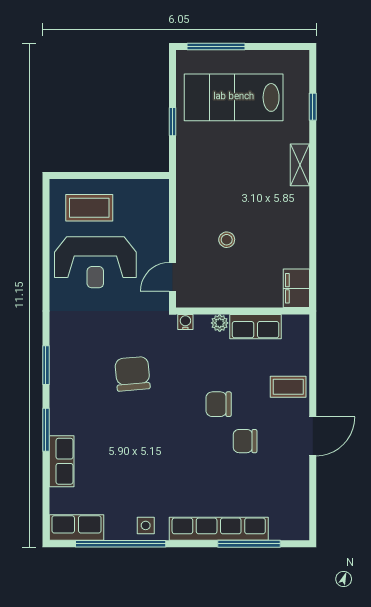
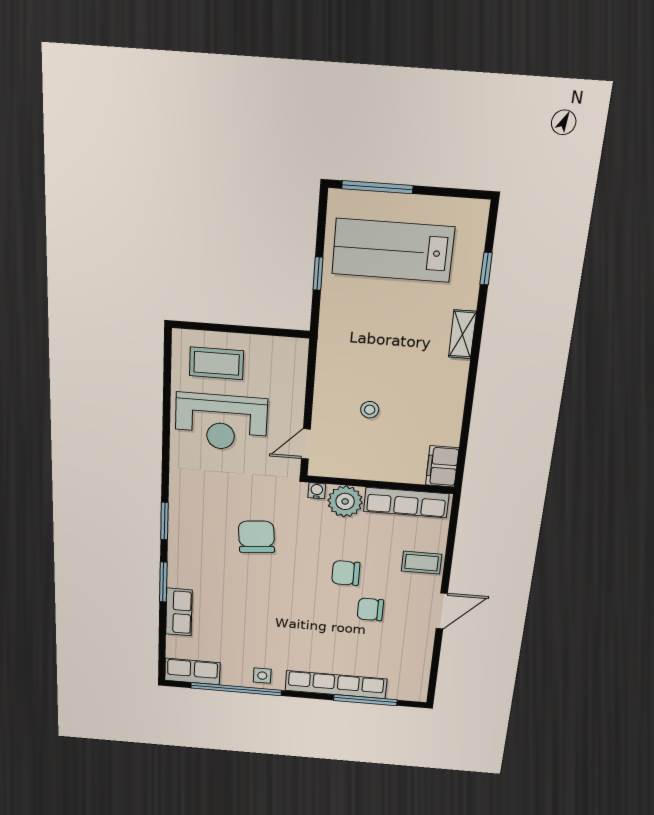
plant: (220, 323) -> (345, 501), width x1.88, depth x1.88
row of seats: (256, 327) -> (406, 503), width x1.48

